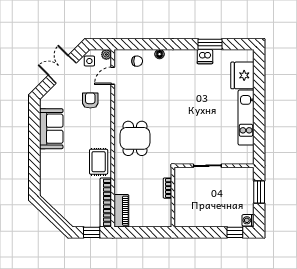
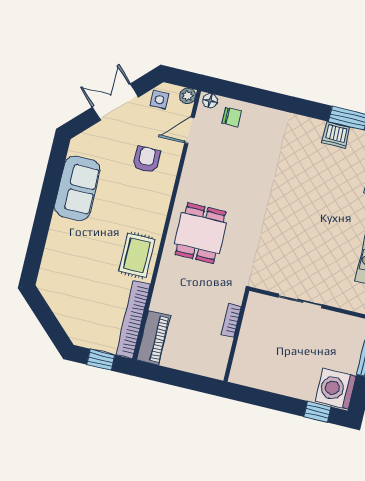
floor lamp: (160, 54) -> (210, 101), moved
washing machine: (248, 220) -> (336, 389), width x1.89, depth x1.89

